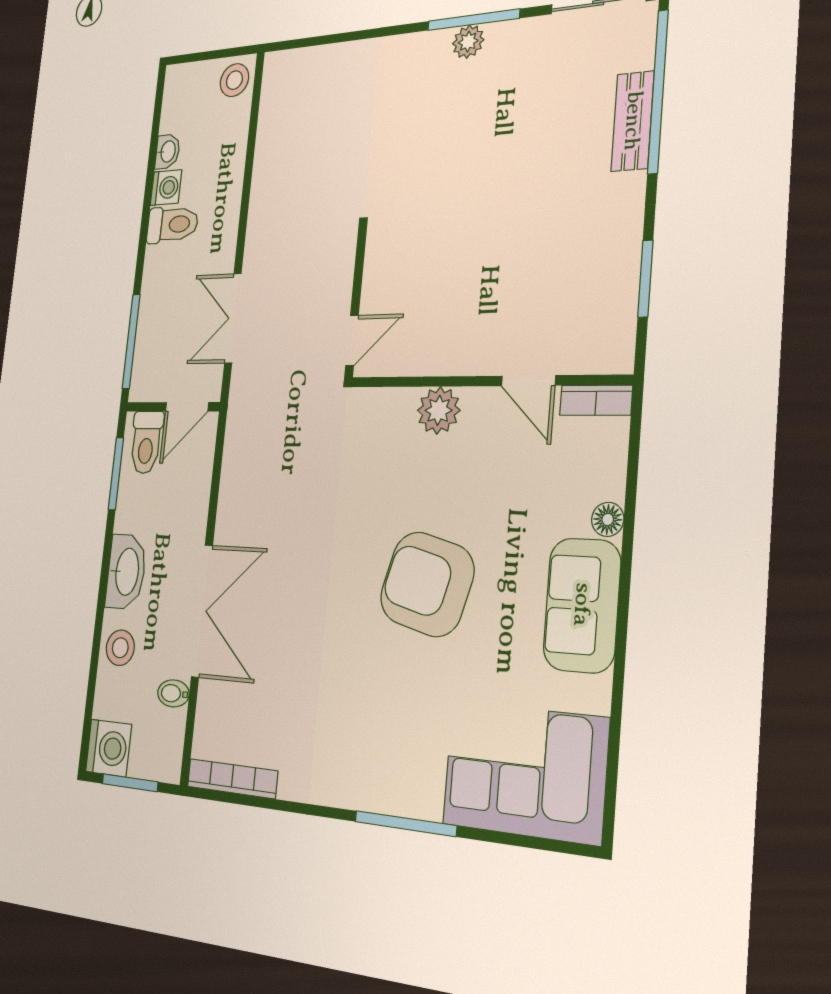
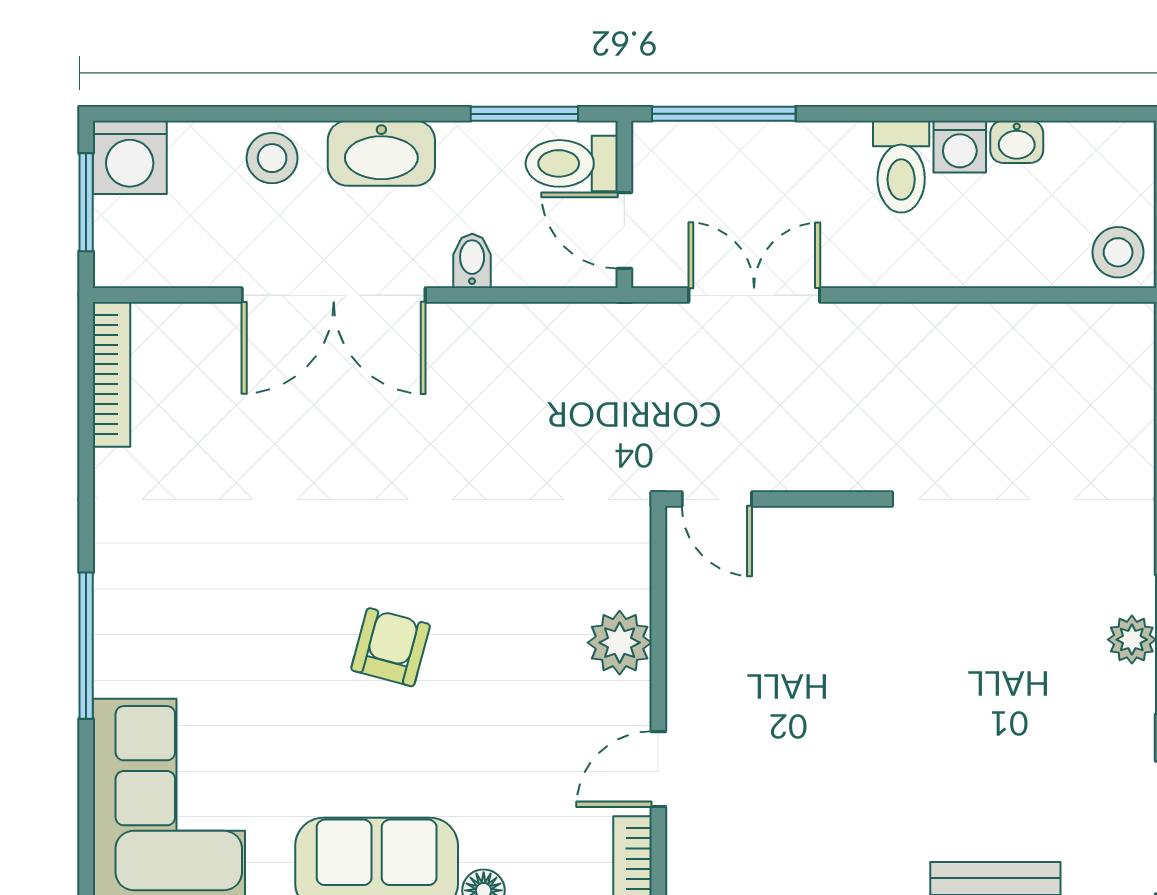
armchair: (427, 584) -> (391, 647), width x0.53, depth x0.53
bidet: (173, 693) -> (472, 261), moved

